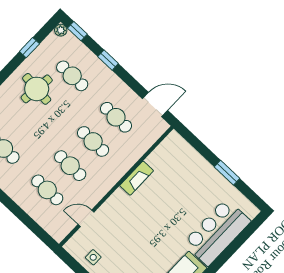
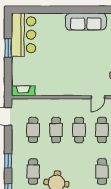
fireplace: (137, 178) -> (23, 91), moved
door: (86, 218) -> (98, 97), hinge flipped
bar counter: (217, 232) -> (24, 35), moved, turned -90

